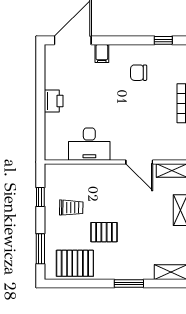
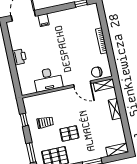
chair: (139, 73) -> (97, 72), moved

